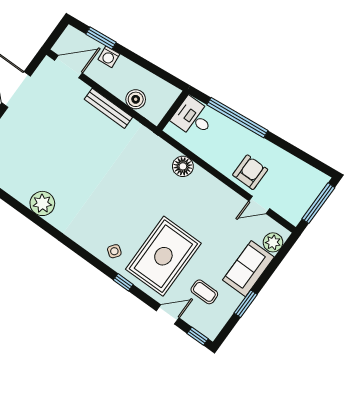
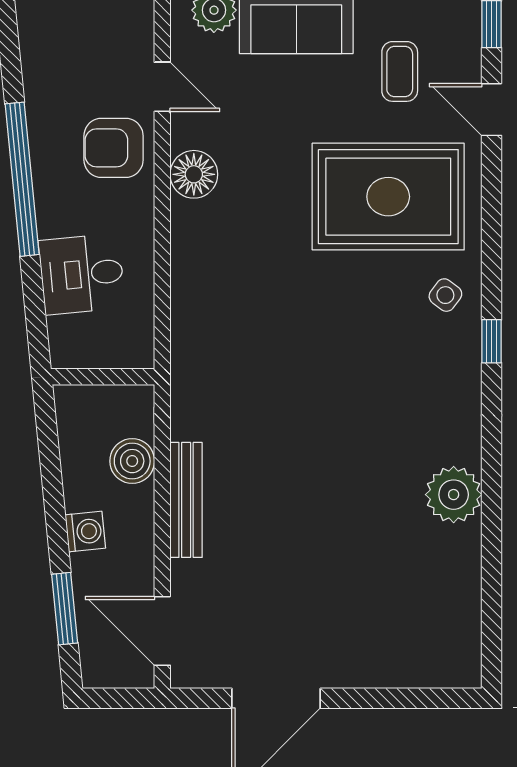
washing machine: (109, 57) -> (85, 532), moved
desk: (193, 118) -> (82, 274), moved, turned 84
window: (237, 118) -> (22, 179), moved
floor lamp: (183, 166) -> (194, 174), moved
window: (123, 282) -> (492, 341), moved

